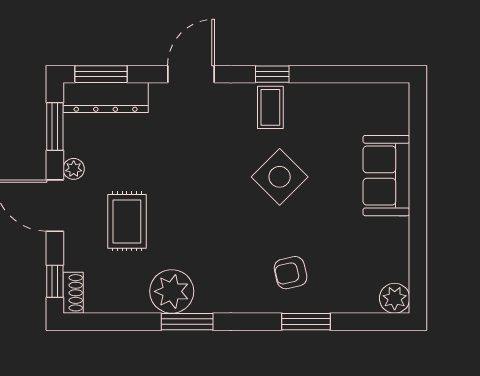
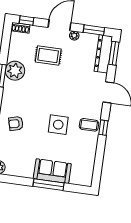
side table: (280, 177) -> (58, 125), turned 45
window: (418, 180) -> (48, 185), added
armchair: (291, 273) -> (16, 124), turned -92

